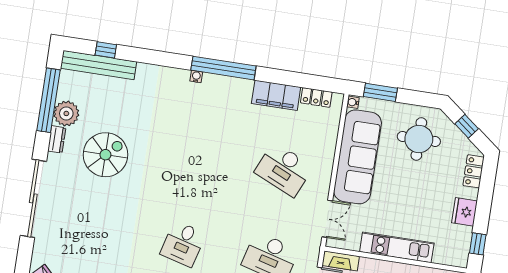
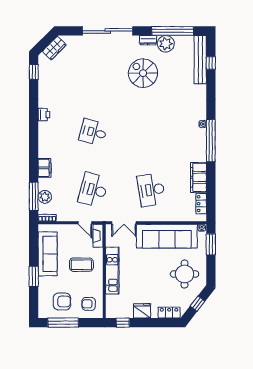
spiral stairs: (105, 155) -> (143, 73), turned 180
desk: (284, 170) -> (151, 190), turned -33

